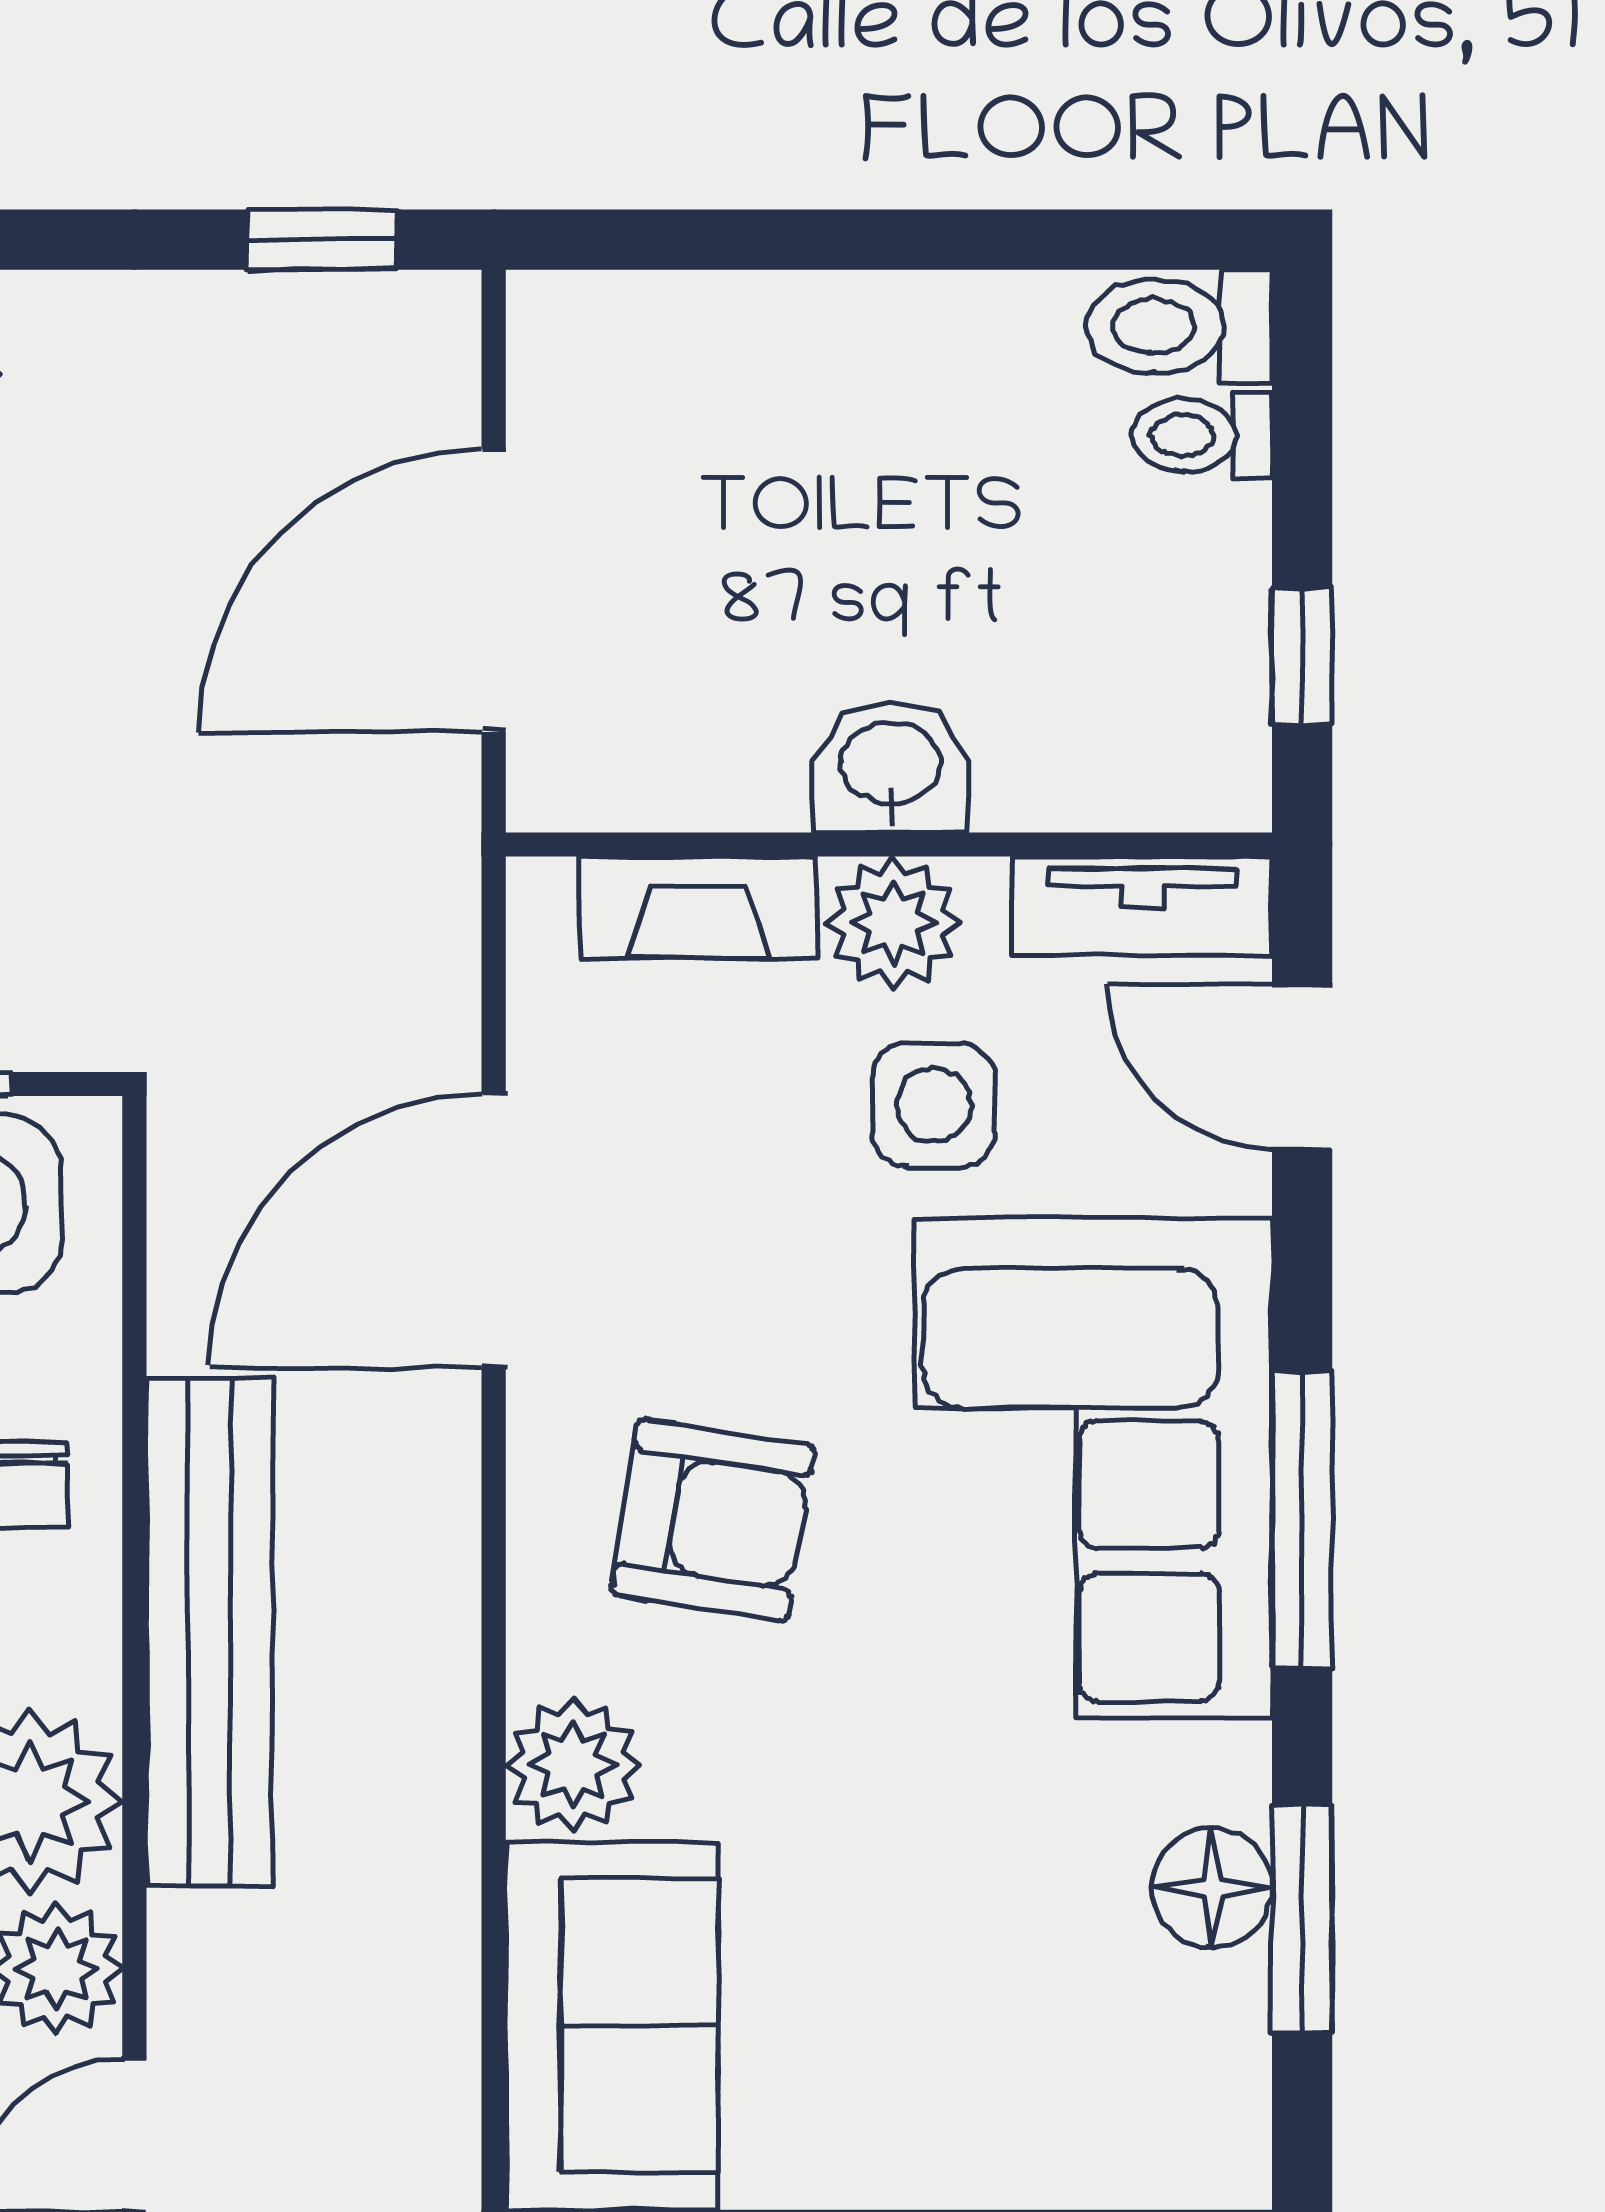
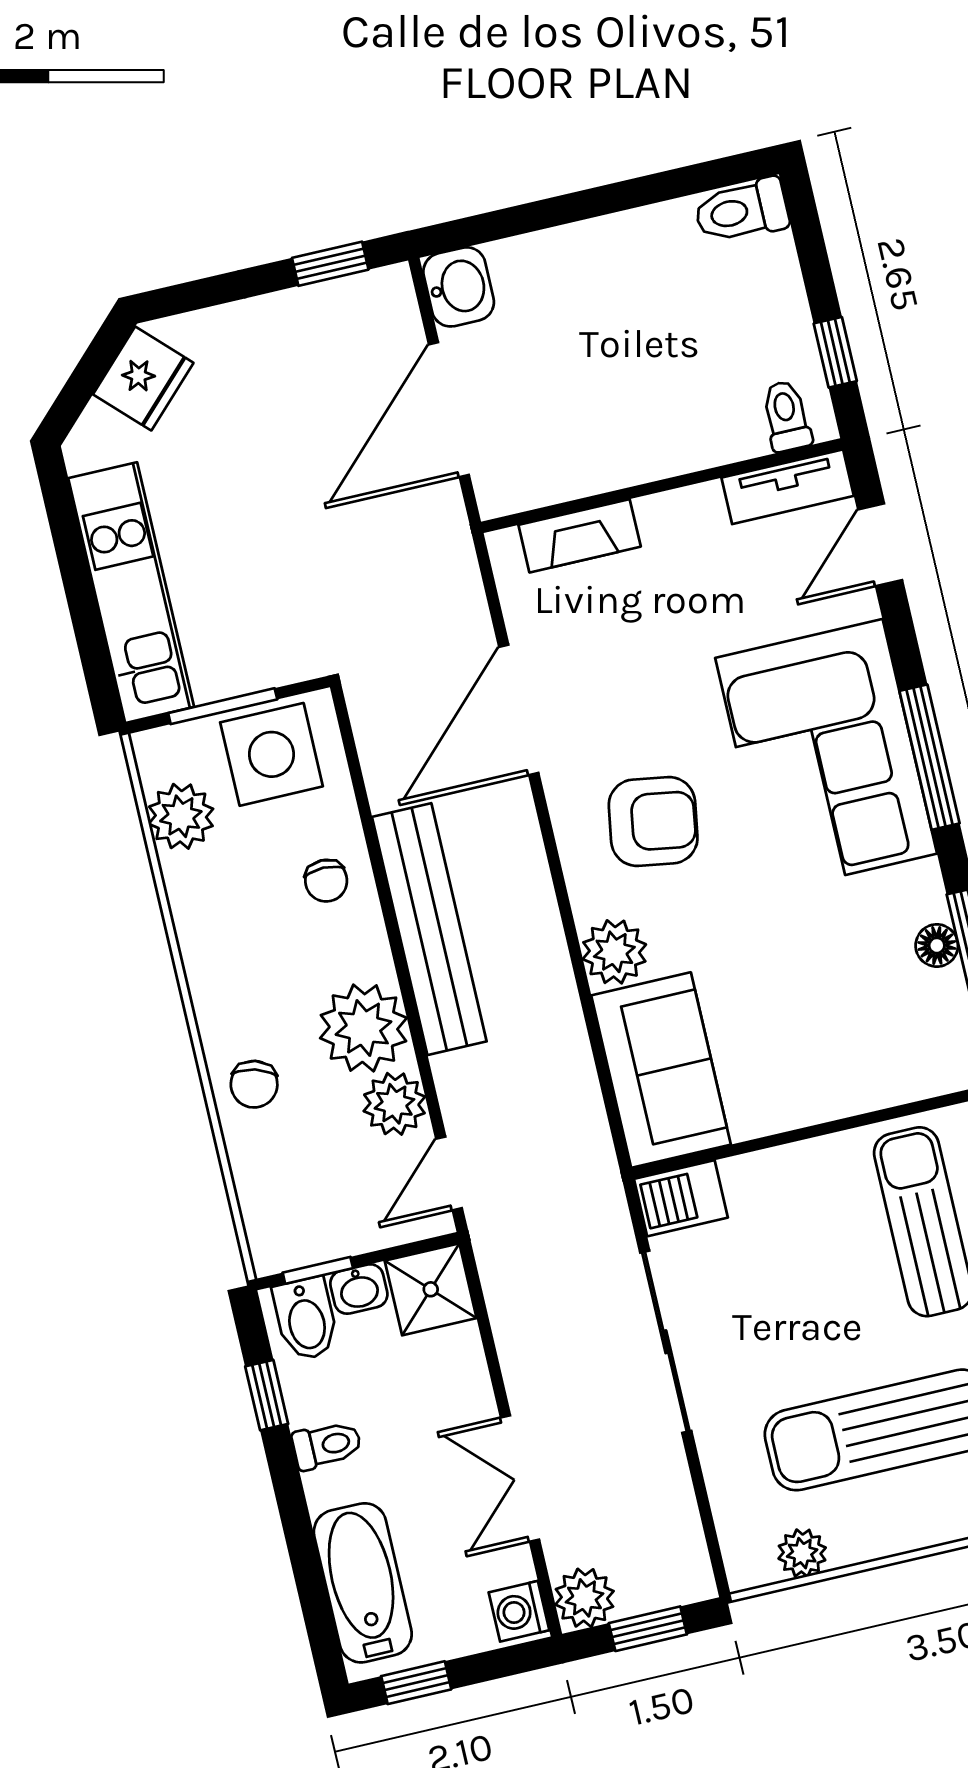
toilet: (1202, 435) -> (786, 416), moved, turned 90
washbasin: (890, 767) -> (459, 287), moved, turned 90
plant: (893, 923) -> (673, 522), removed
door: (1302, 1067) -> (880, 545), hinge flipped
side table: (933, 1105) -> (711, 603), removed
floor lamp: (1212, 1888) -> (937, 945), width x0.73, depth x0.73

